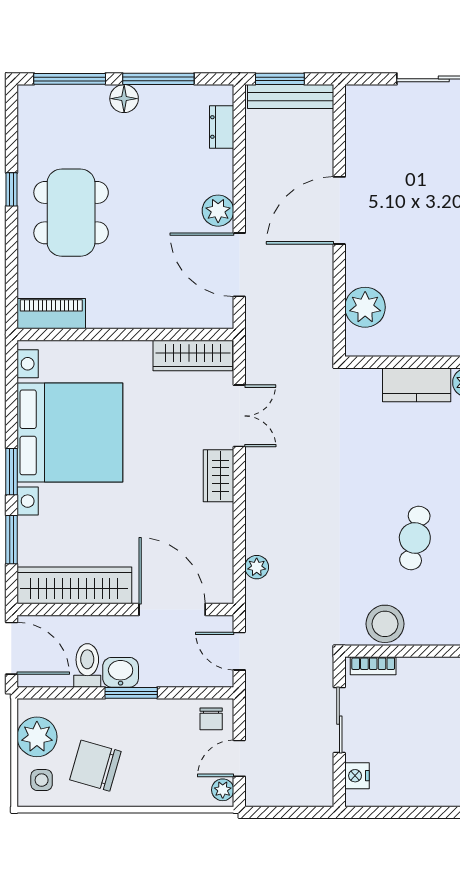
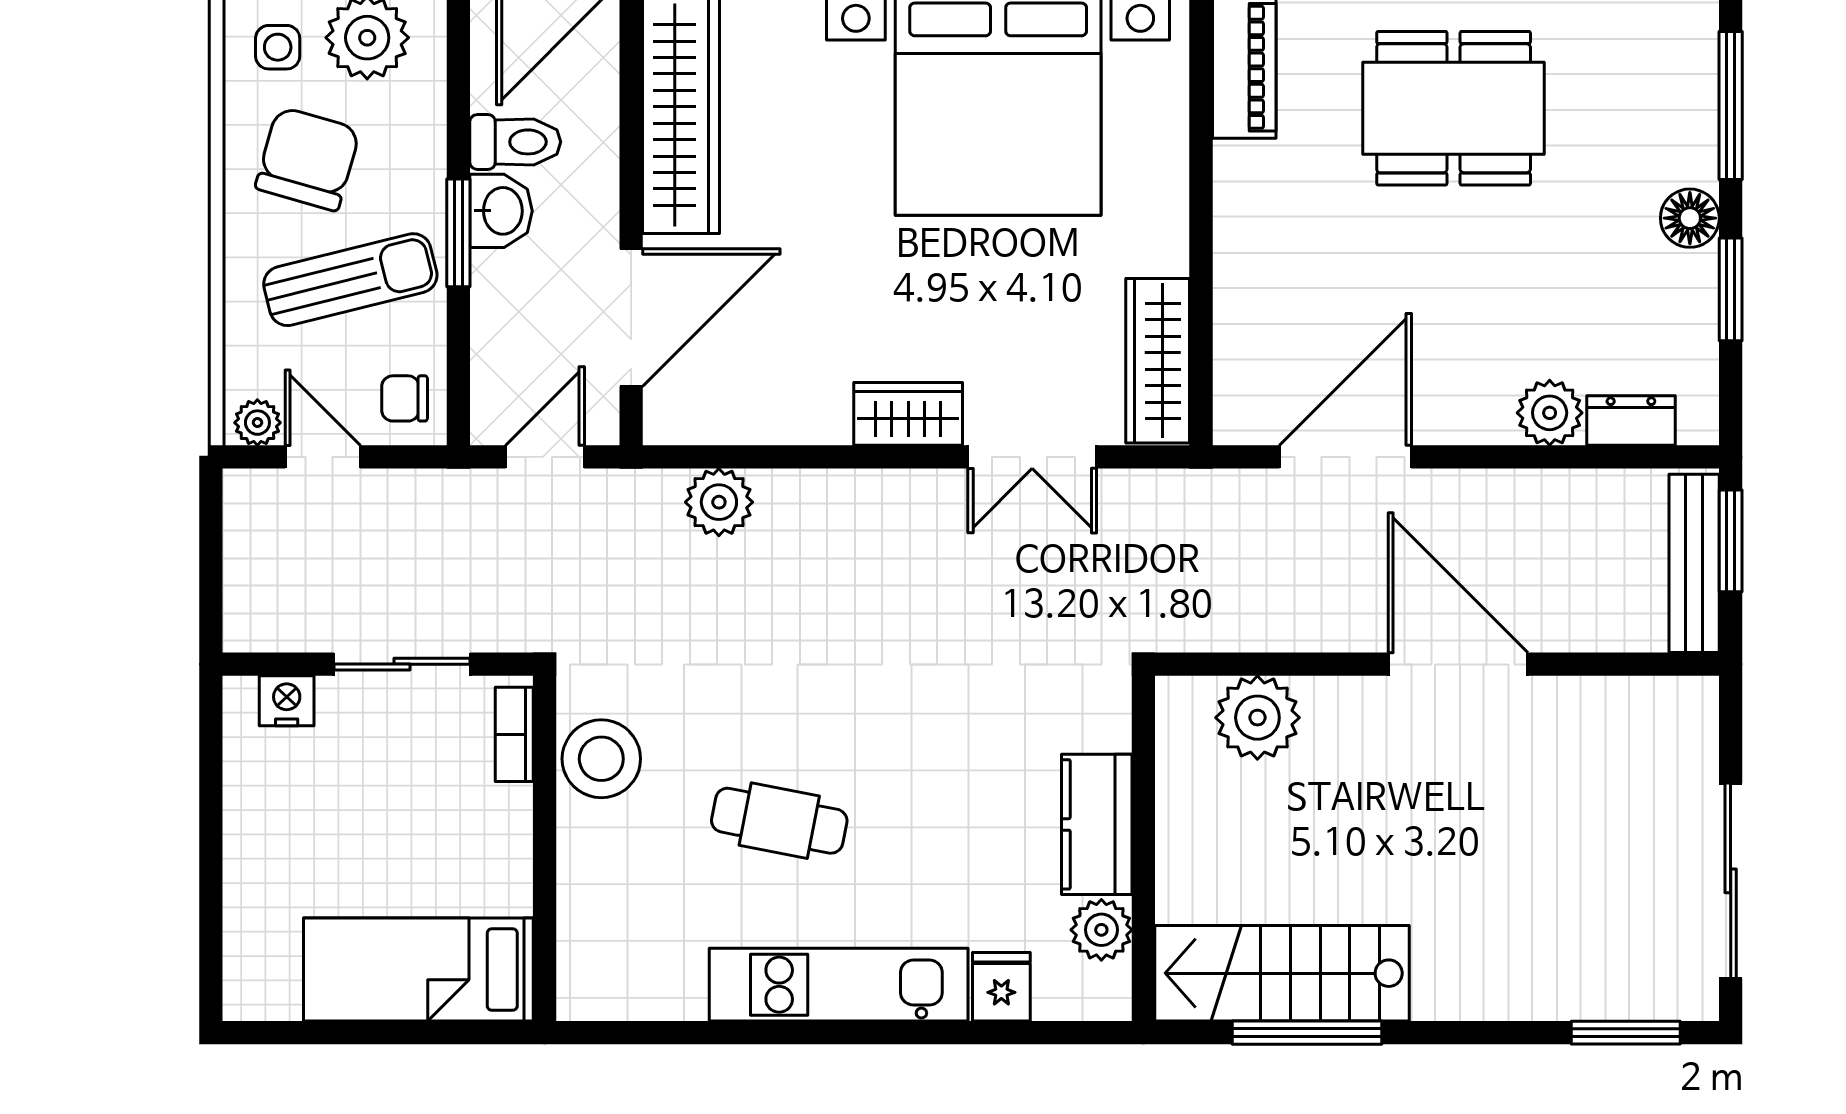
window: (158, 79) -> (1731, 289), width x0.69
plant: (218, 211) -> (1550, 413), moved
plant: (257, 567) -> (719, 502), width x1.38, depth x1.38
sun lounger: (154, 745) -> (350, 280), added

